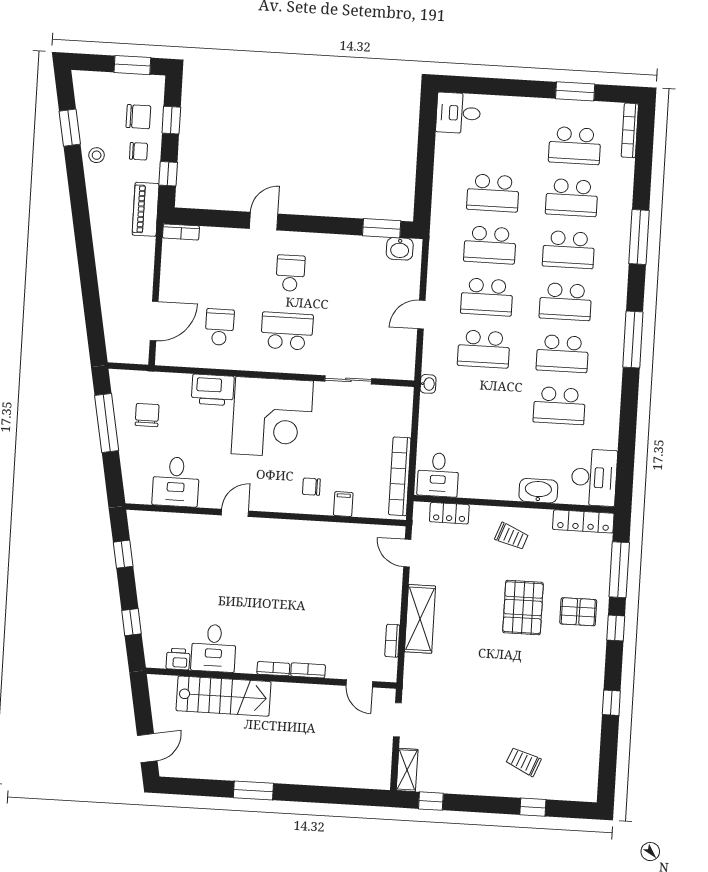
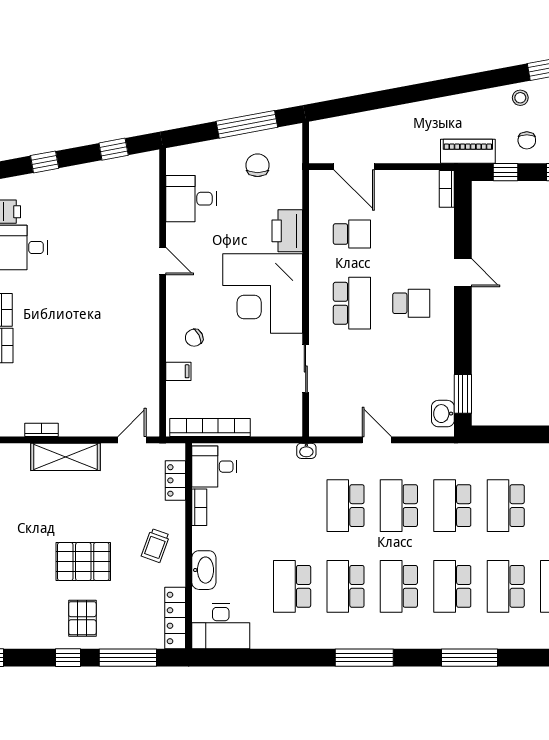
chair: (147, 415) -> (258, 165), turned -90
chair: (311, 487) -> (194, 338), turned -117
bookcase: (477, 492) -> (199, 507), added

